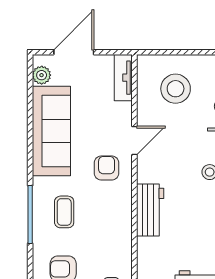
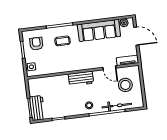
door: (134, 141) -> (109, 68), moved
armchair: (107, 168) -> (85, 58), removed
workbench: (150, 210) -> (81, 79), moved

